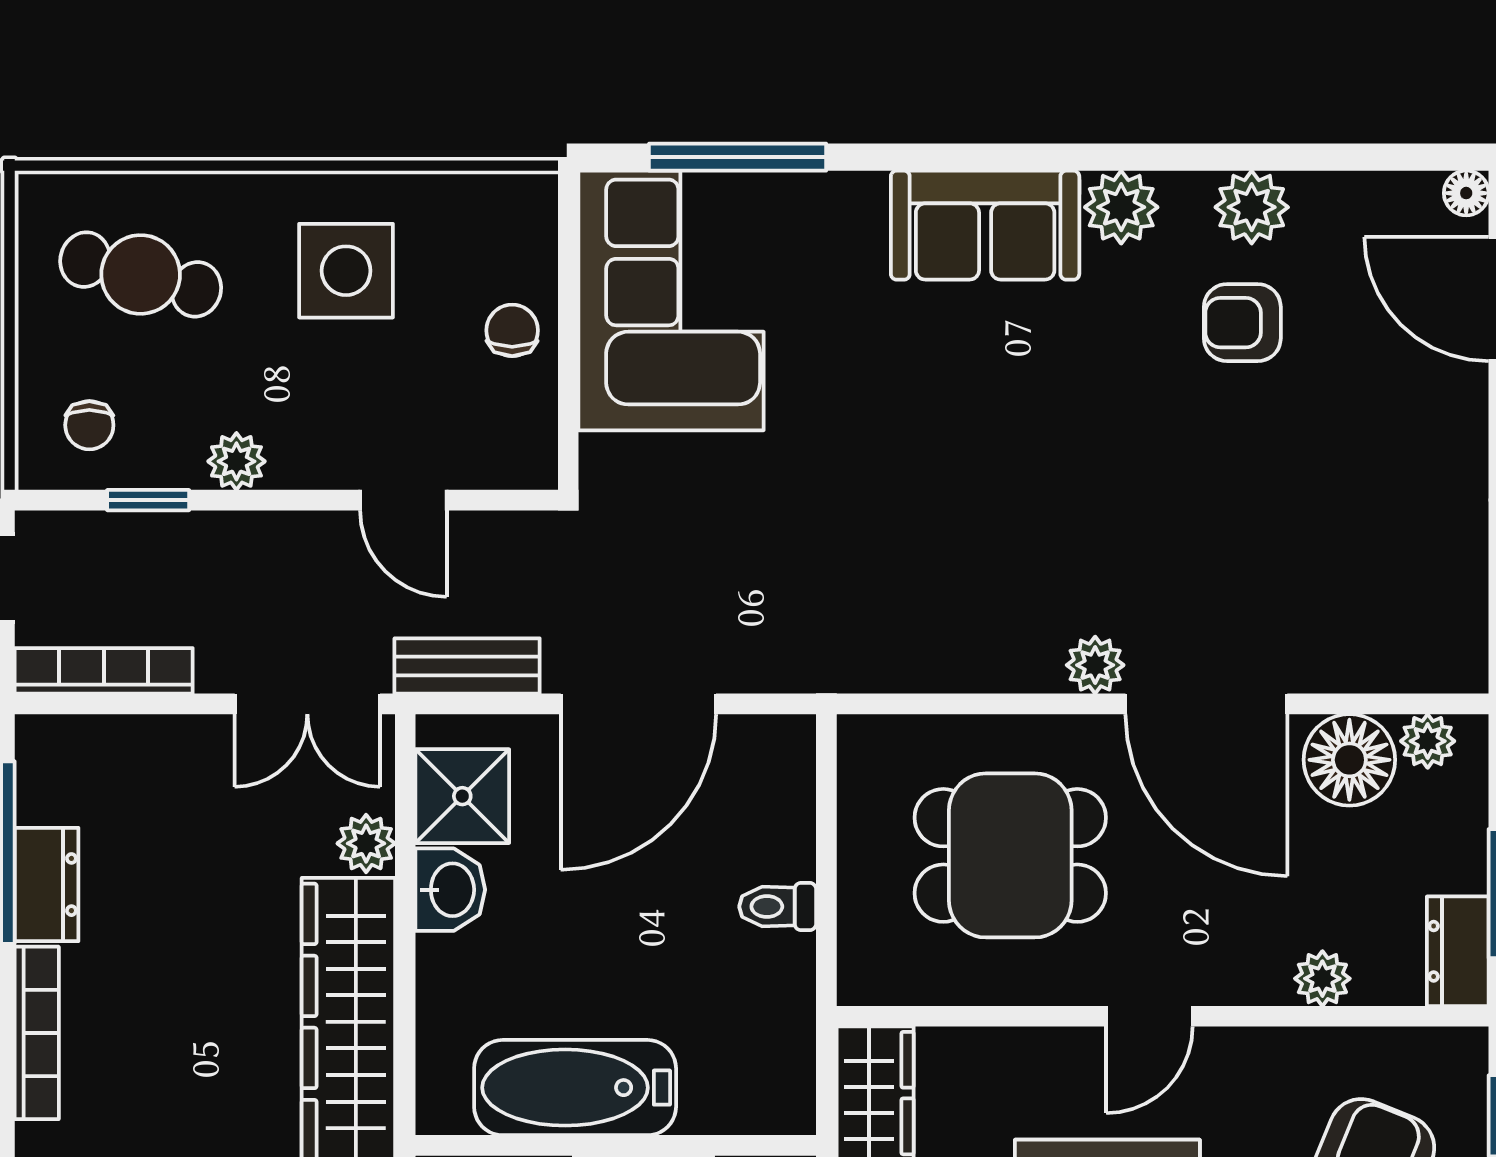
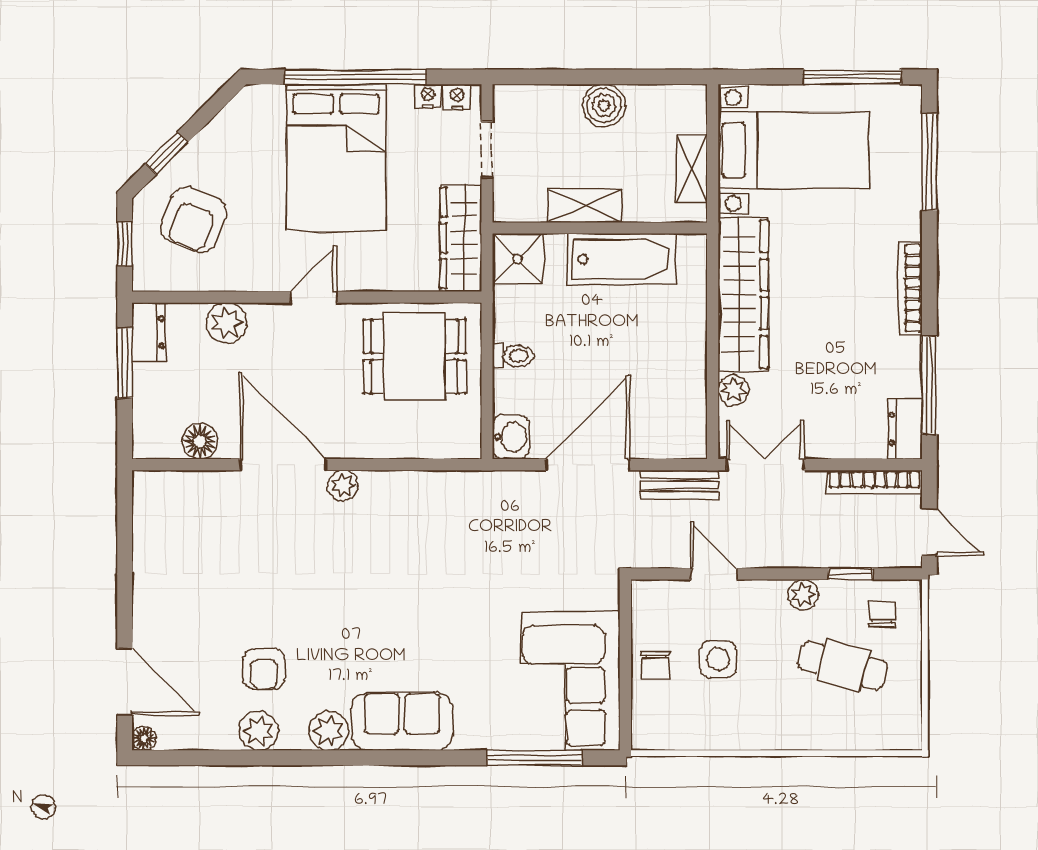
side table: (346, 271) -> (718, 659), moved, width x0.73, depth x0.73
cafe table: (141, 274) -> (843, 665), moved
armchair: (1242, 323) -> (264, 669), turned 90
plant: (1428, 741) -> (165, 445), removed
floor lamp: (1349, 760) -> (200, 441), width x0.73, depth x0.73
shower: (462, 796) -> (518, 259), moved
dining table: (1010, 855) -> (414, 357), moved
dresser: (47, 885) -> (905, 429), moved
washbasin: (450, 890) -> (511, 437), moved, turned 180
plant: (1322, 979) -> (227, 323), width x1.38, depth x1.38

